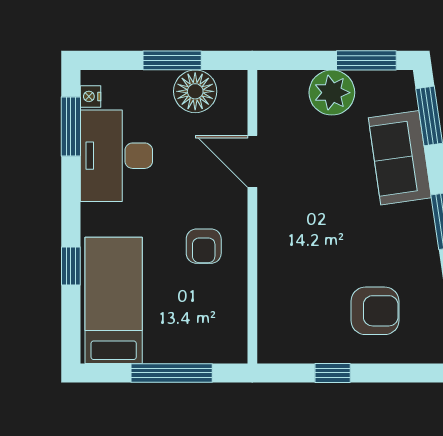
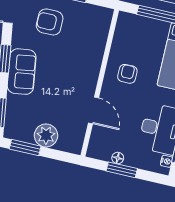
floor lamp: (195, 91) -> (118, 158), width x0.53, depth x0.53
sofa: (400, 158) -> (22, 72), moved

